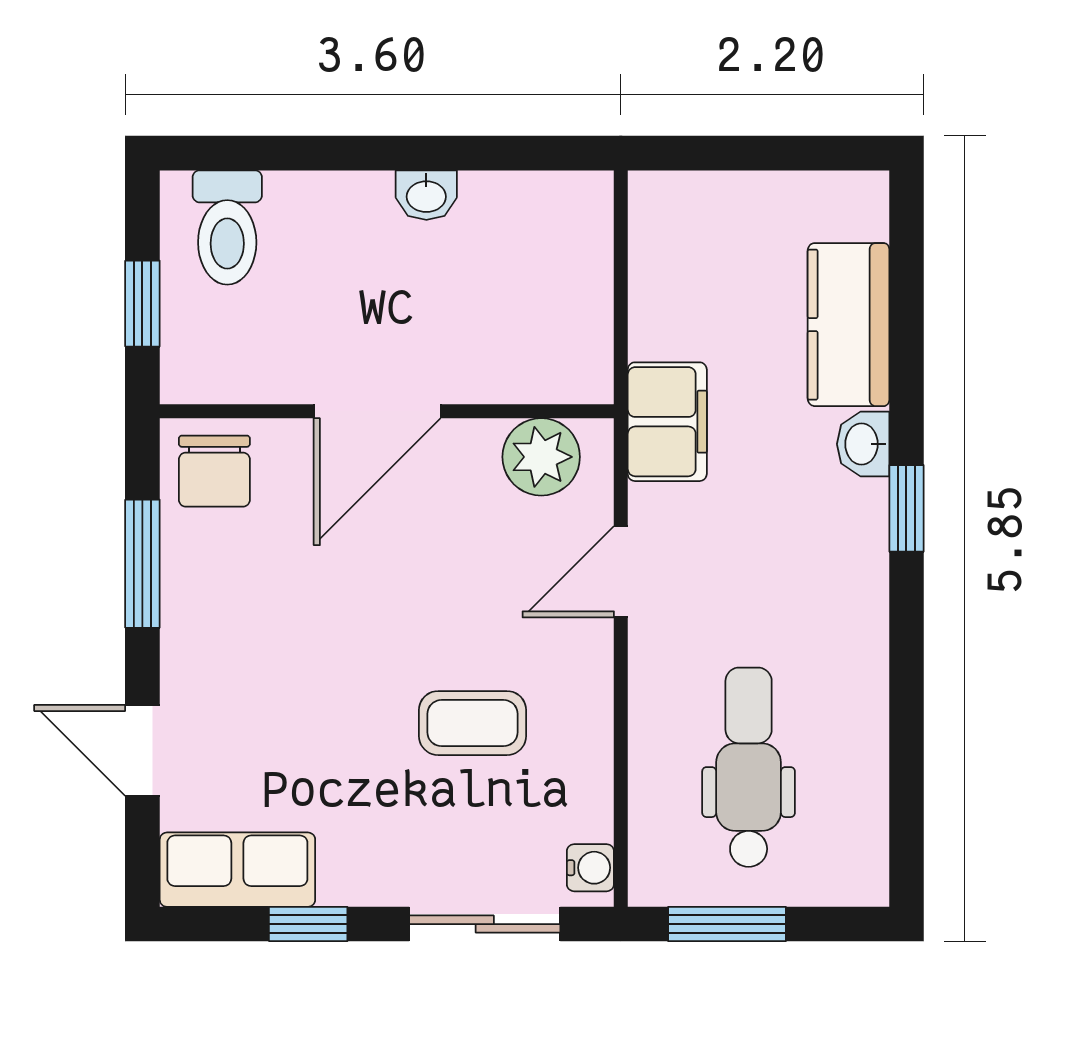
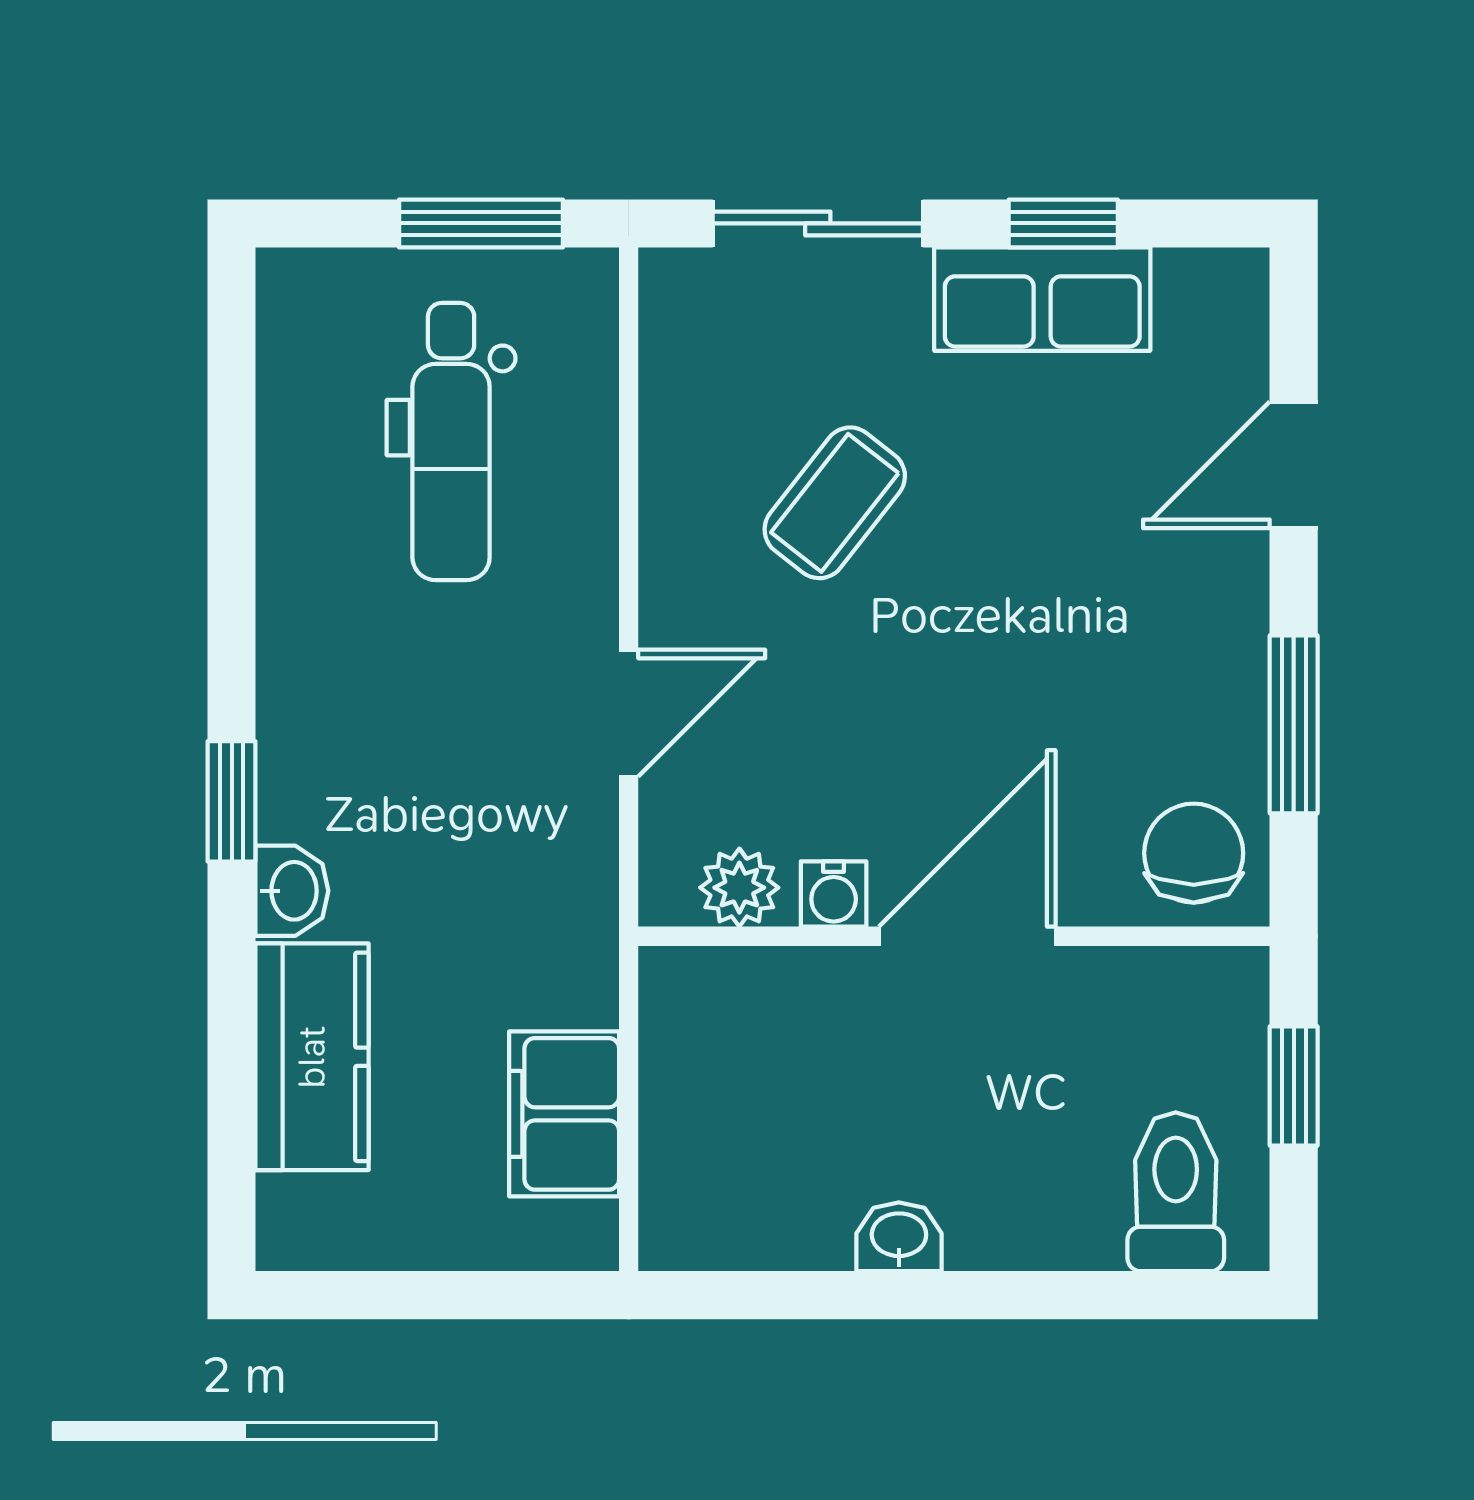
filing cabinet: (667, 422) -> (564, 1114), moved
plant: (541, 457) -> (739, 888), width x0.73, depth x0.73
coffee table: (473, 723) -> (835, 503), turned -52
door: (142, 750) -> (1294, 465), swing flipped
water cooler: (590, 868) -> (834, 894), moved, turned -90
row of seats: (237, 870) -> (1042, 299), moved

